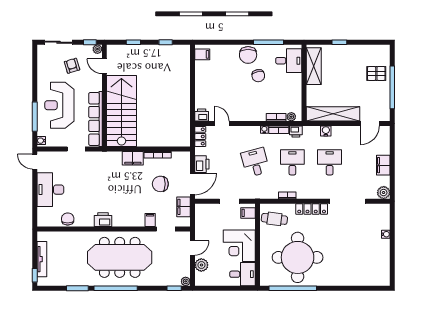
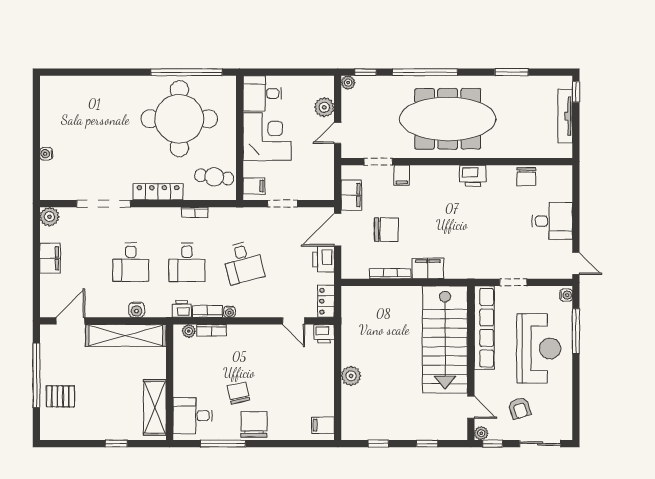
plant: (184, 87) -> (351, 376), added
desk: (50, 190) -> (552, 221), width x0.73
window: (116, 288) -> (425, 72), moved

